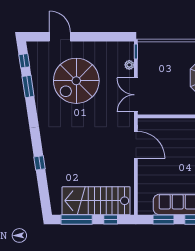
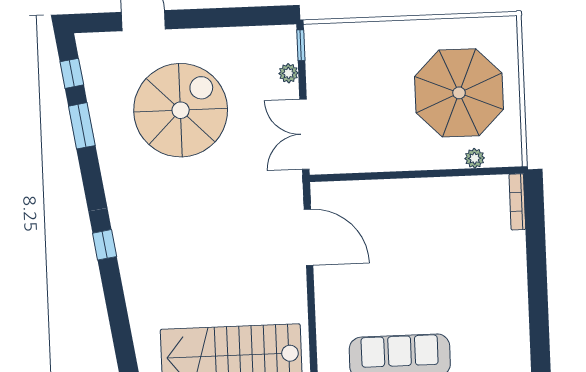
spiral stairs: (76, 81) -> (181, 110), turned 180
window: (40, 163) -> (105, 245), moved

